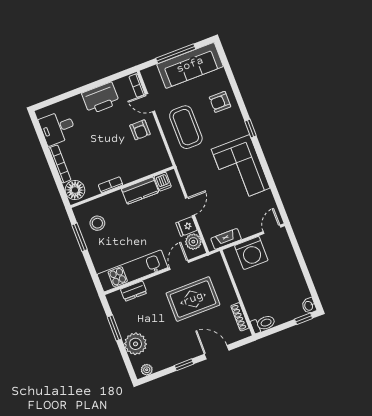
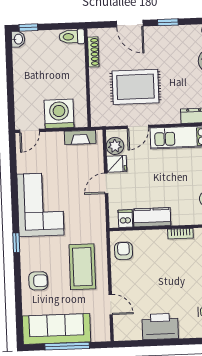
bookcase: (137, 85) -> (118, 327), removed
armchair: (140, 130) -> (124, 251), moved

